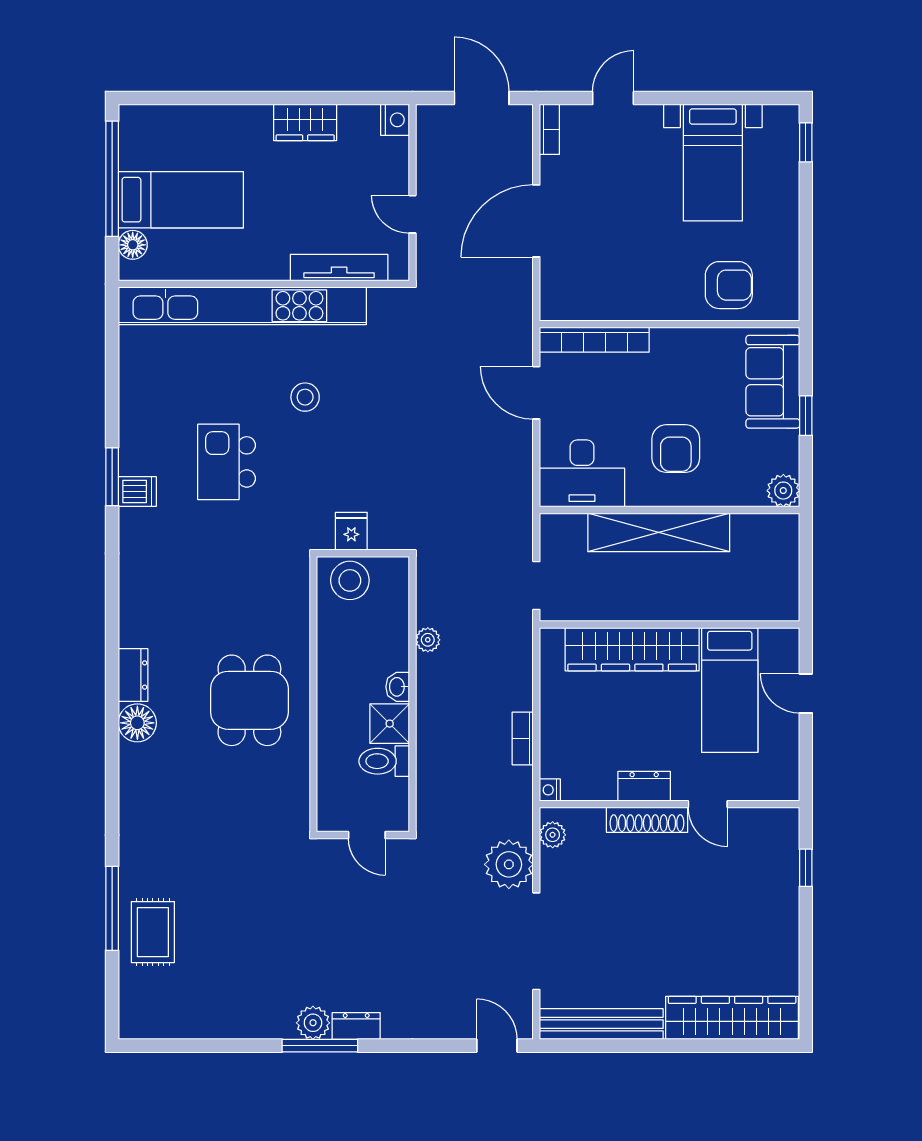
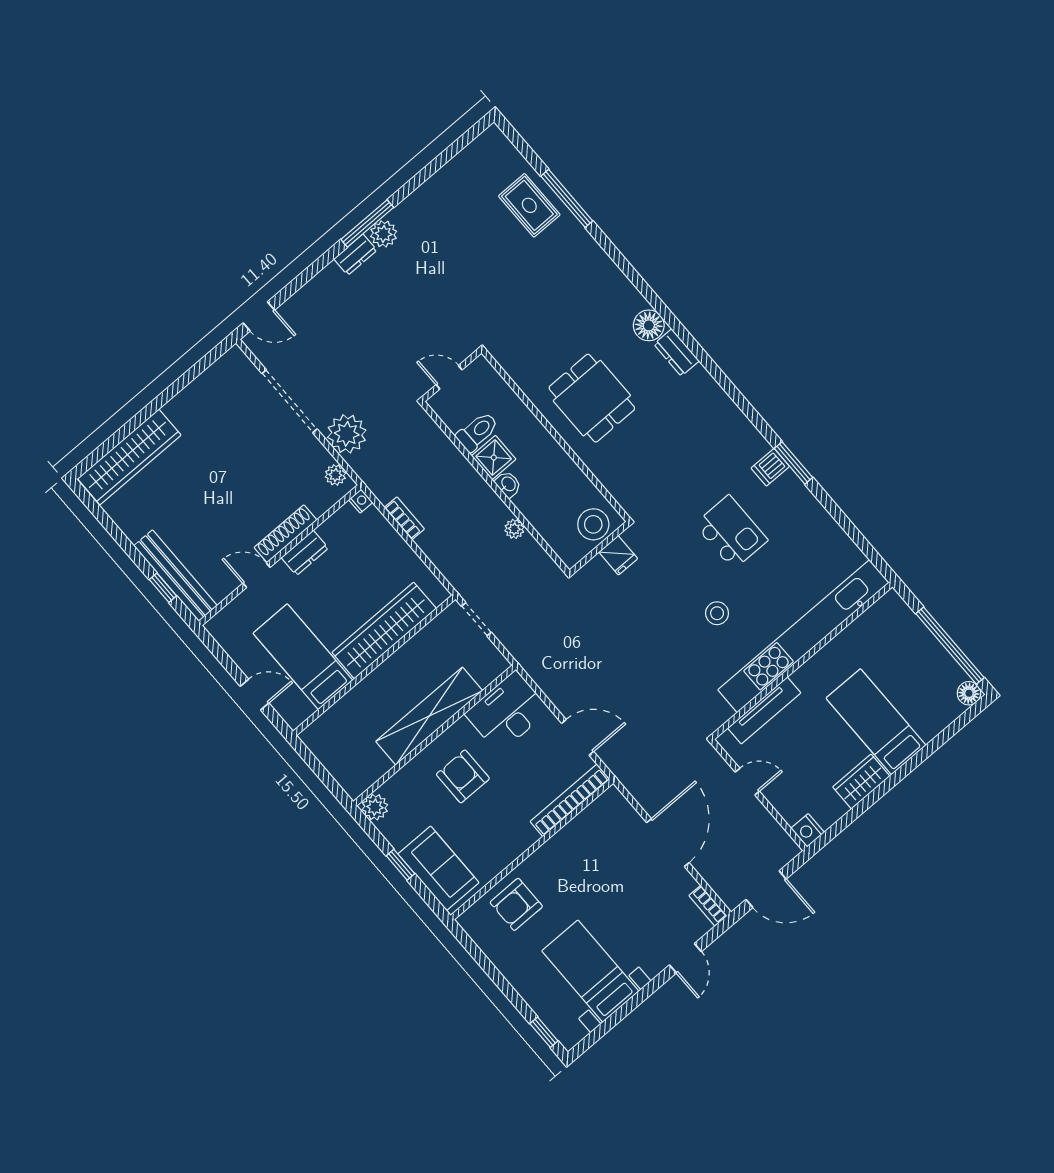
bed: (181, 200) -> (876, 722), moved, turned 90
floor lamp: (133, 245) -> (969, 693), moved
bench: (601, 1024) -> (176, 576), moved, turned 90

